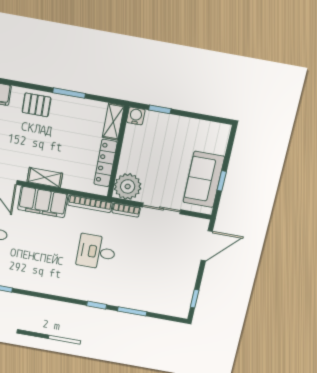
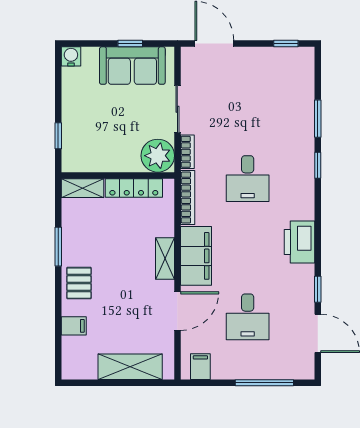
water cooler: (136, 116) -> (71, 56), moved, turned 90
printer: (40, 281) -> (299, 242), added

